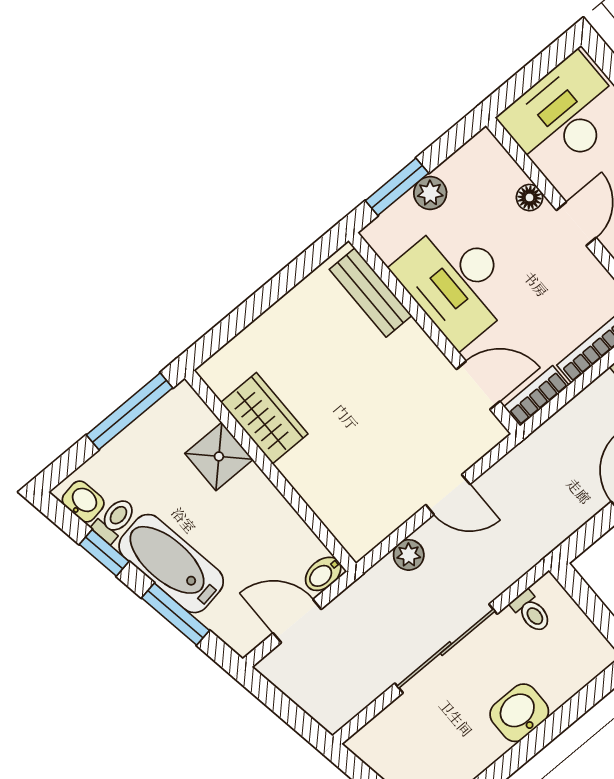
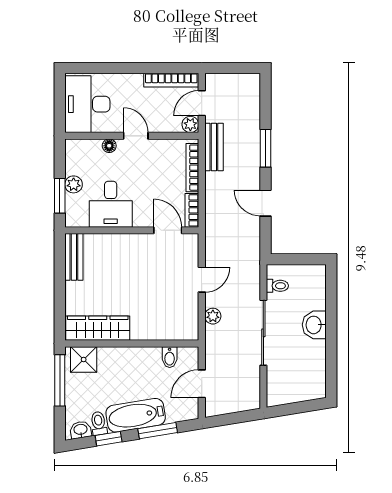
desk: (456, 282) -> (111, 204), width x0.73
bench: (371, 293) -> (74, 257), moved, turned 90
door: (478, 385) -> (168, 230), hinge flipped
wardrobe: (264, 418) -> (98, 328), width x1.50
shower: (219, 456) -> (84, 359), moved
bidet: (323, 574) -> (170, 357), moved

